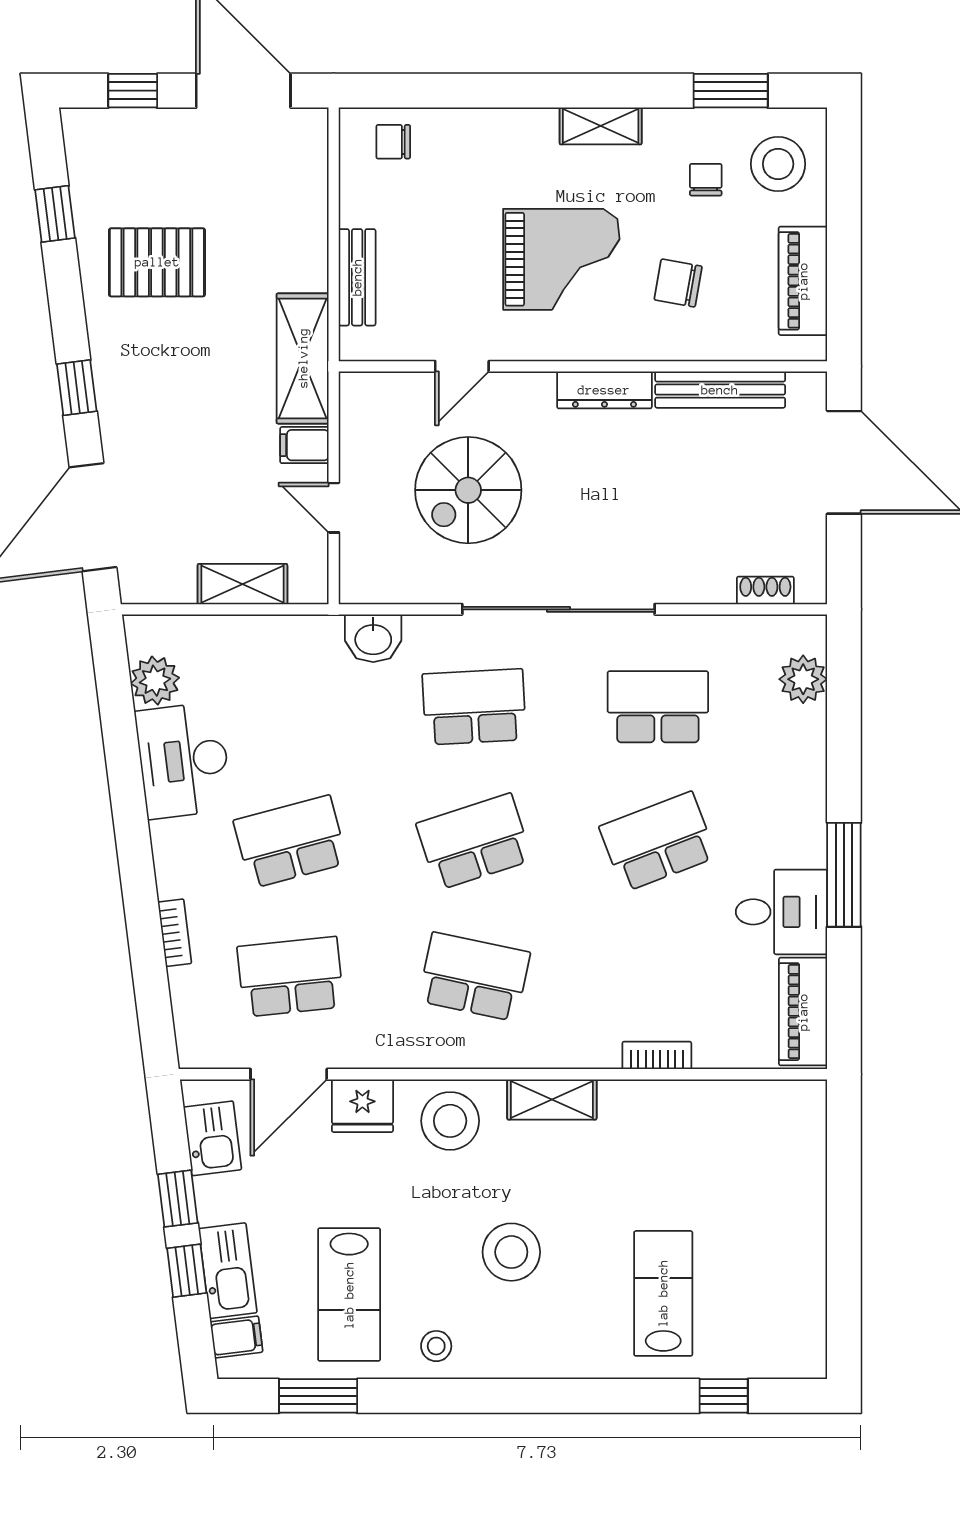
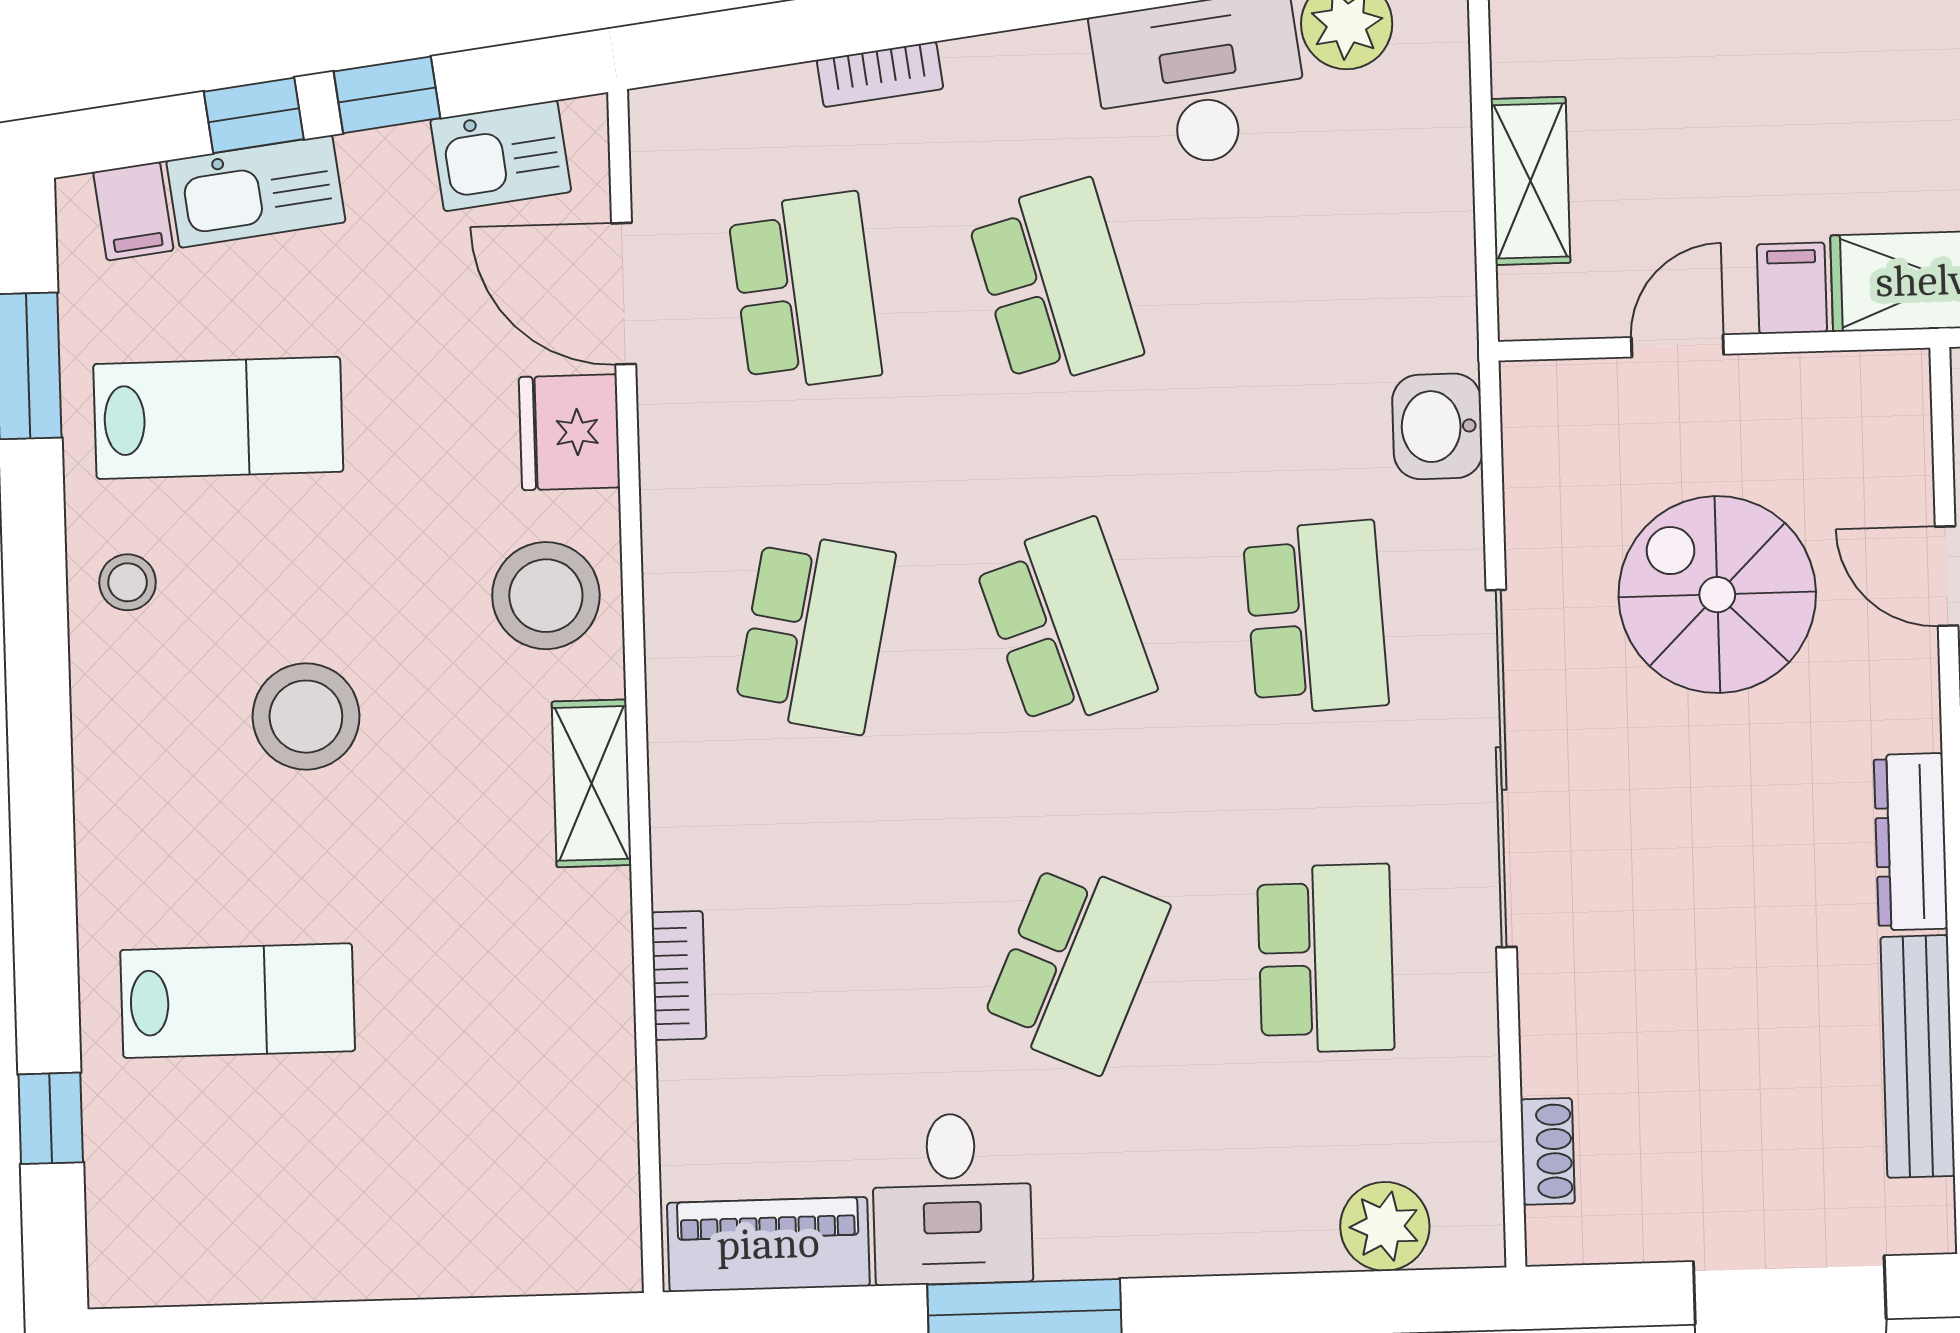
school desk: (658, 842) -> (1075, 966), turned 45
lab bench: (349, 1295) -> (218, 418), turned 180

